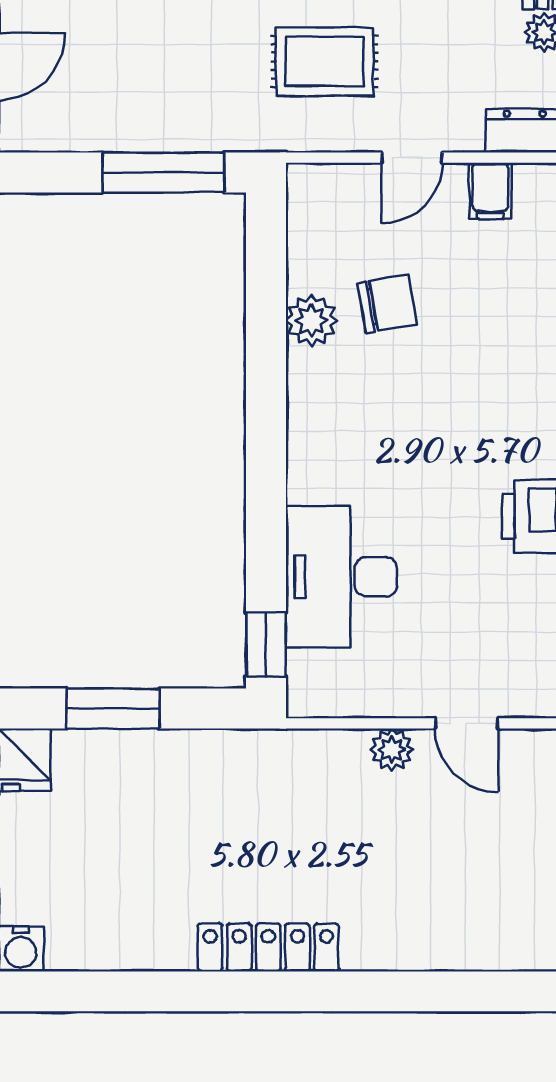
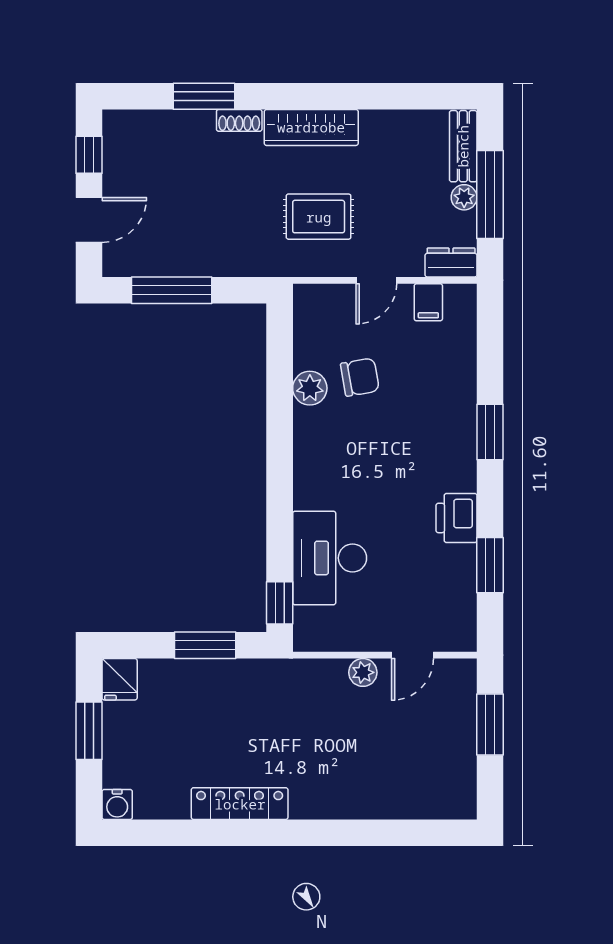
window: (163, 173) -> (172, 290), moved
window: (113, 708) -> (205, 645), moved
door: (466, 723) -> (412, 655), hinge flipped
locker: (268, 947) -> (240, 804), moved

